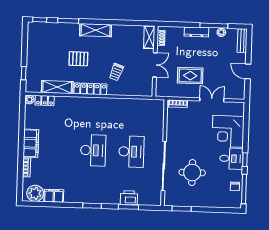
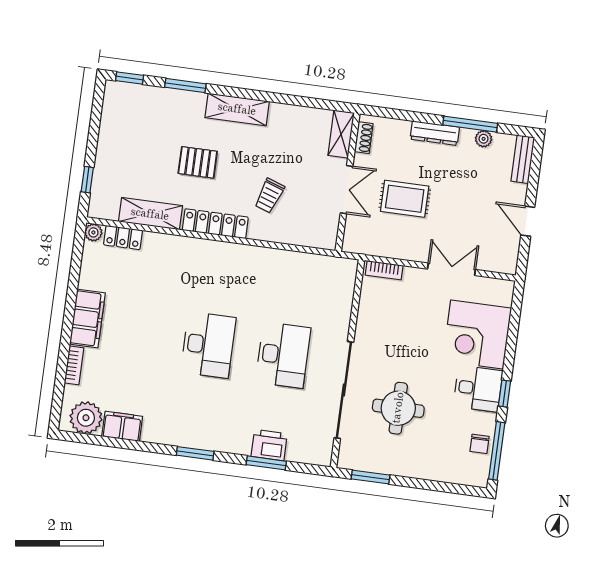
rug: (190, 76) -> (405, 199), moved

